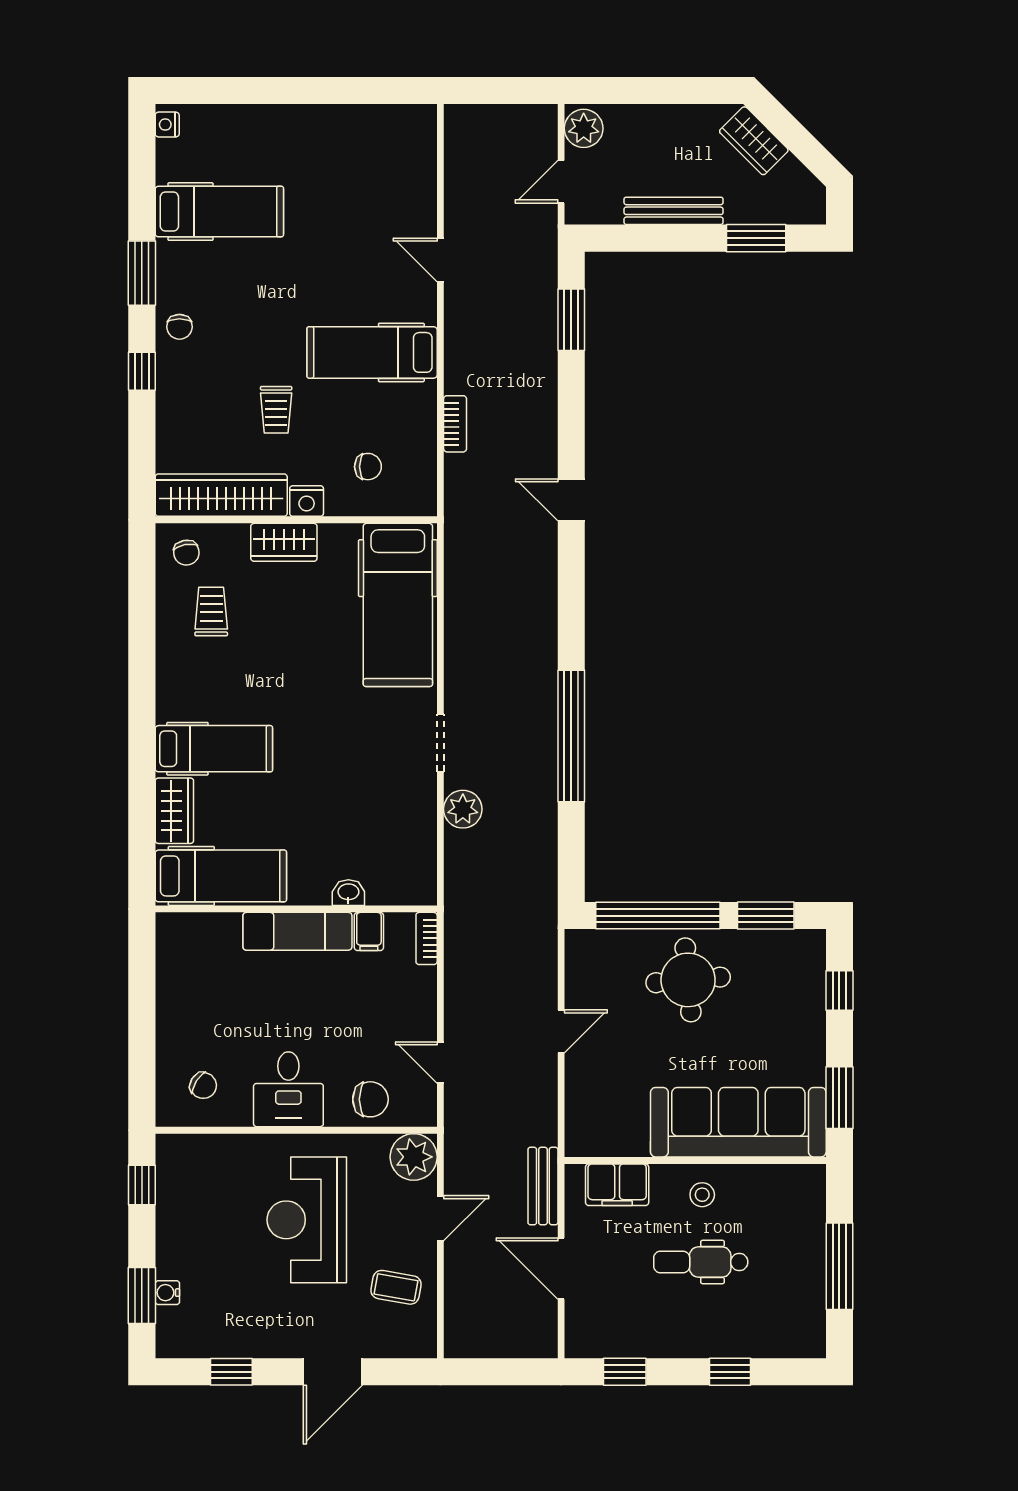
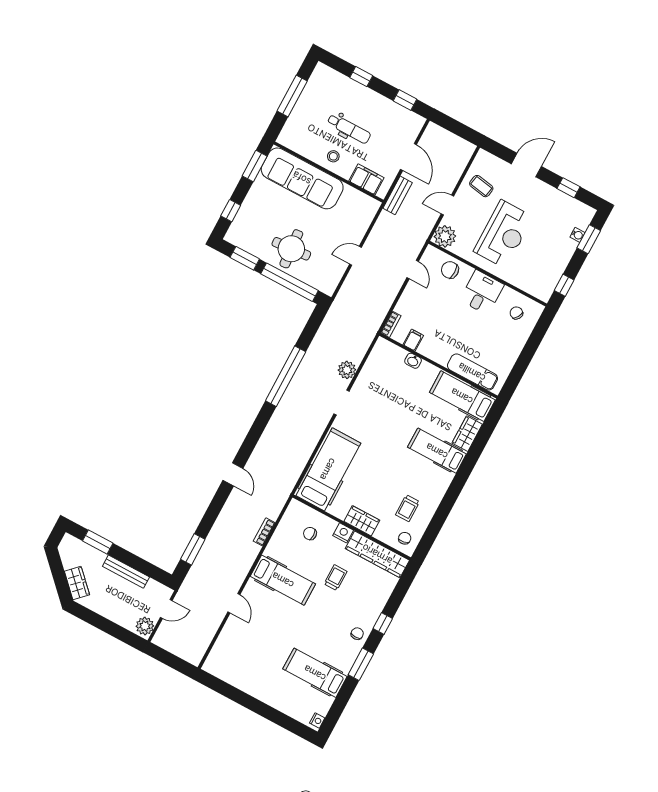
exam couch: (297, 931) -> (472, 372), moved

